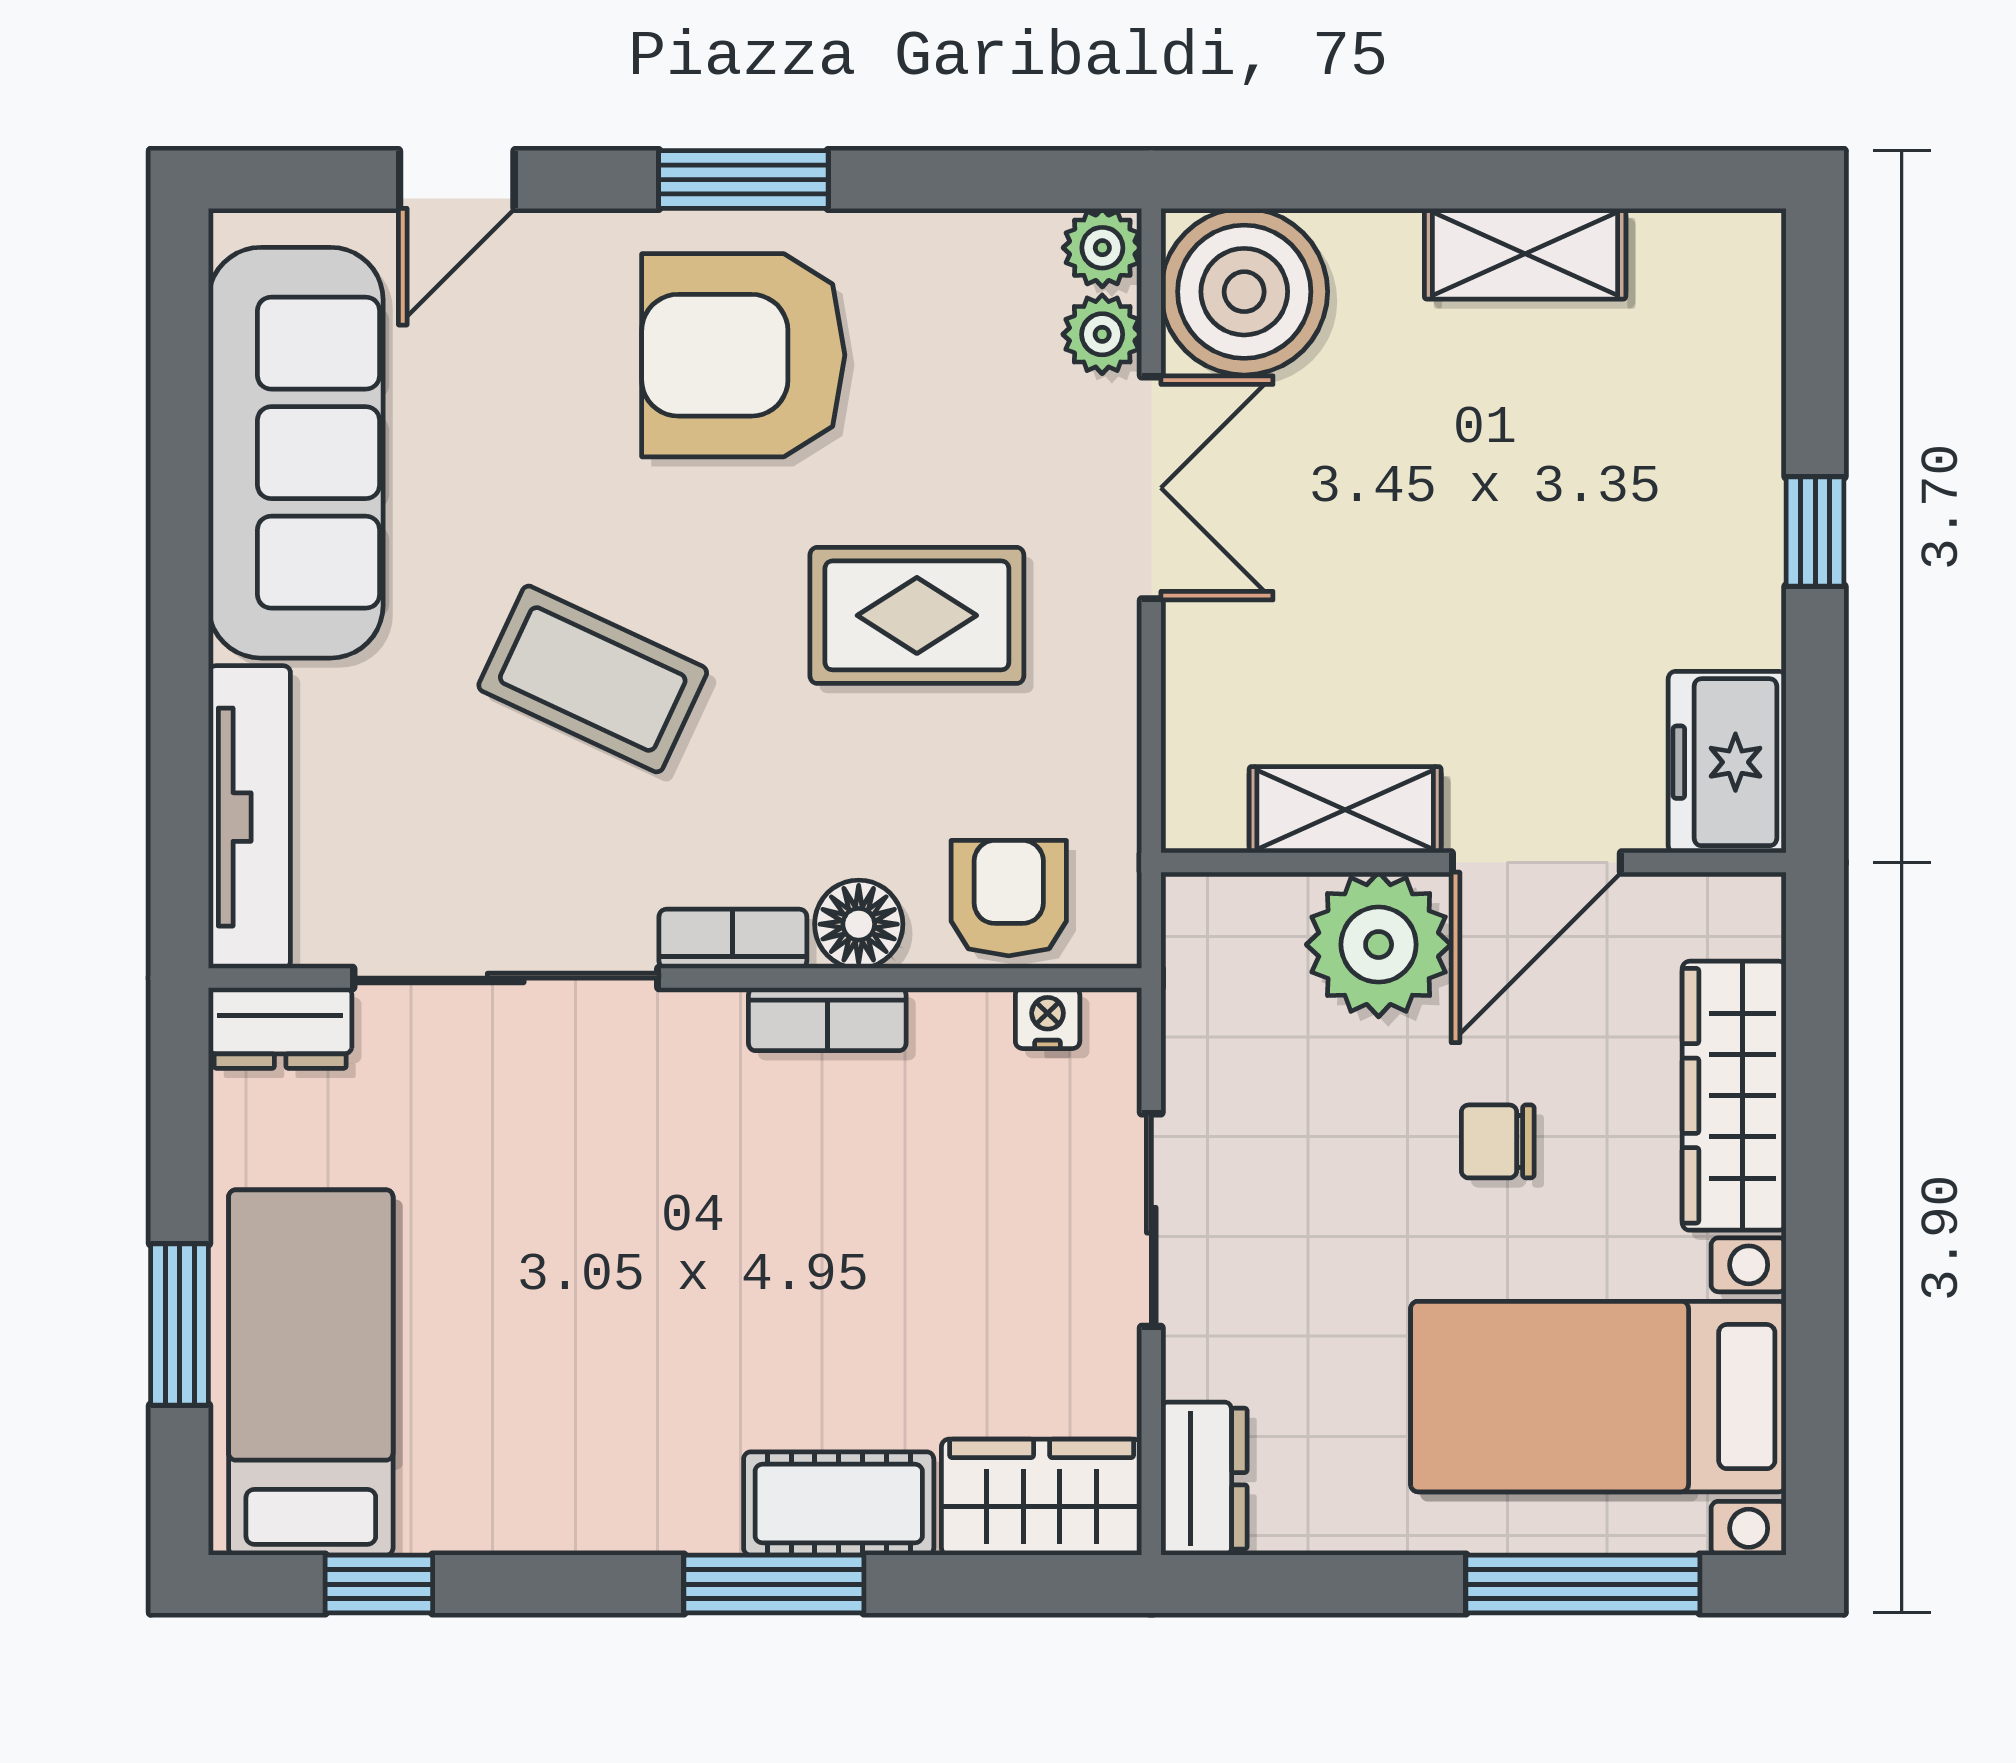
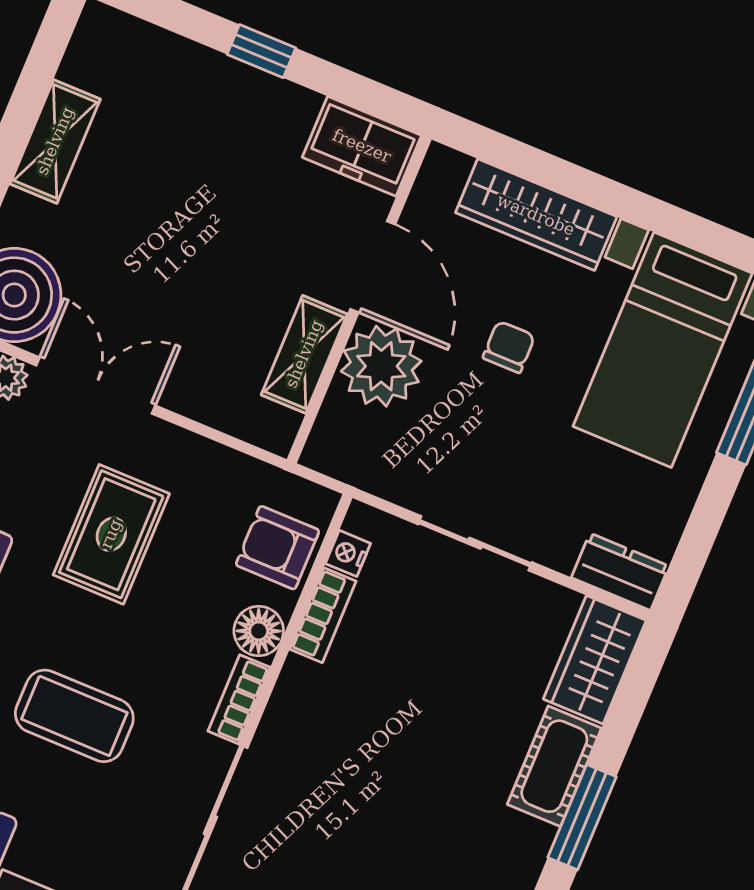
coffee table: (593, 679) -> (74, 716), turned 65
bookcase: (827, 1019) -> (323, 615), moved
chair: (1498, 1141) -> (509, 347), turned 180

